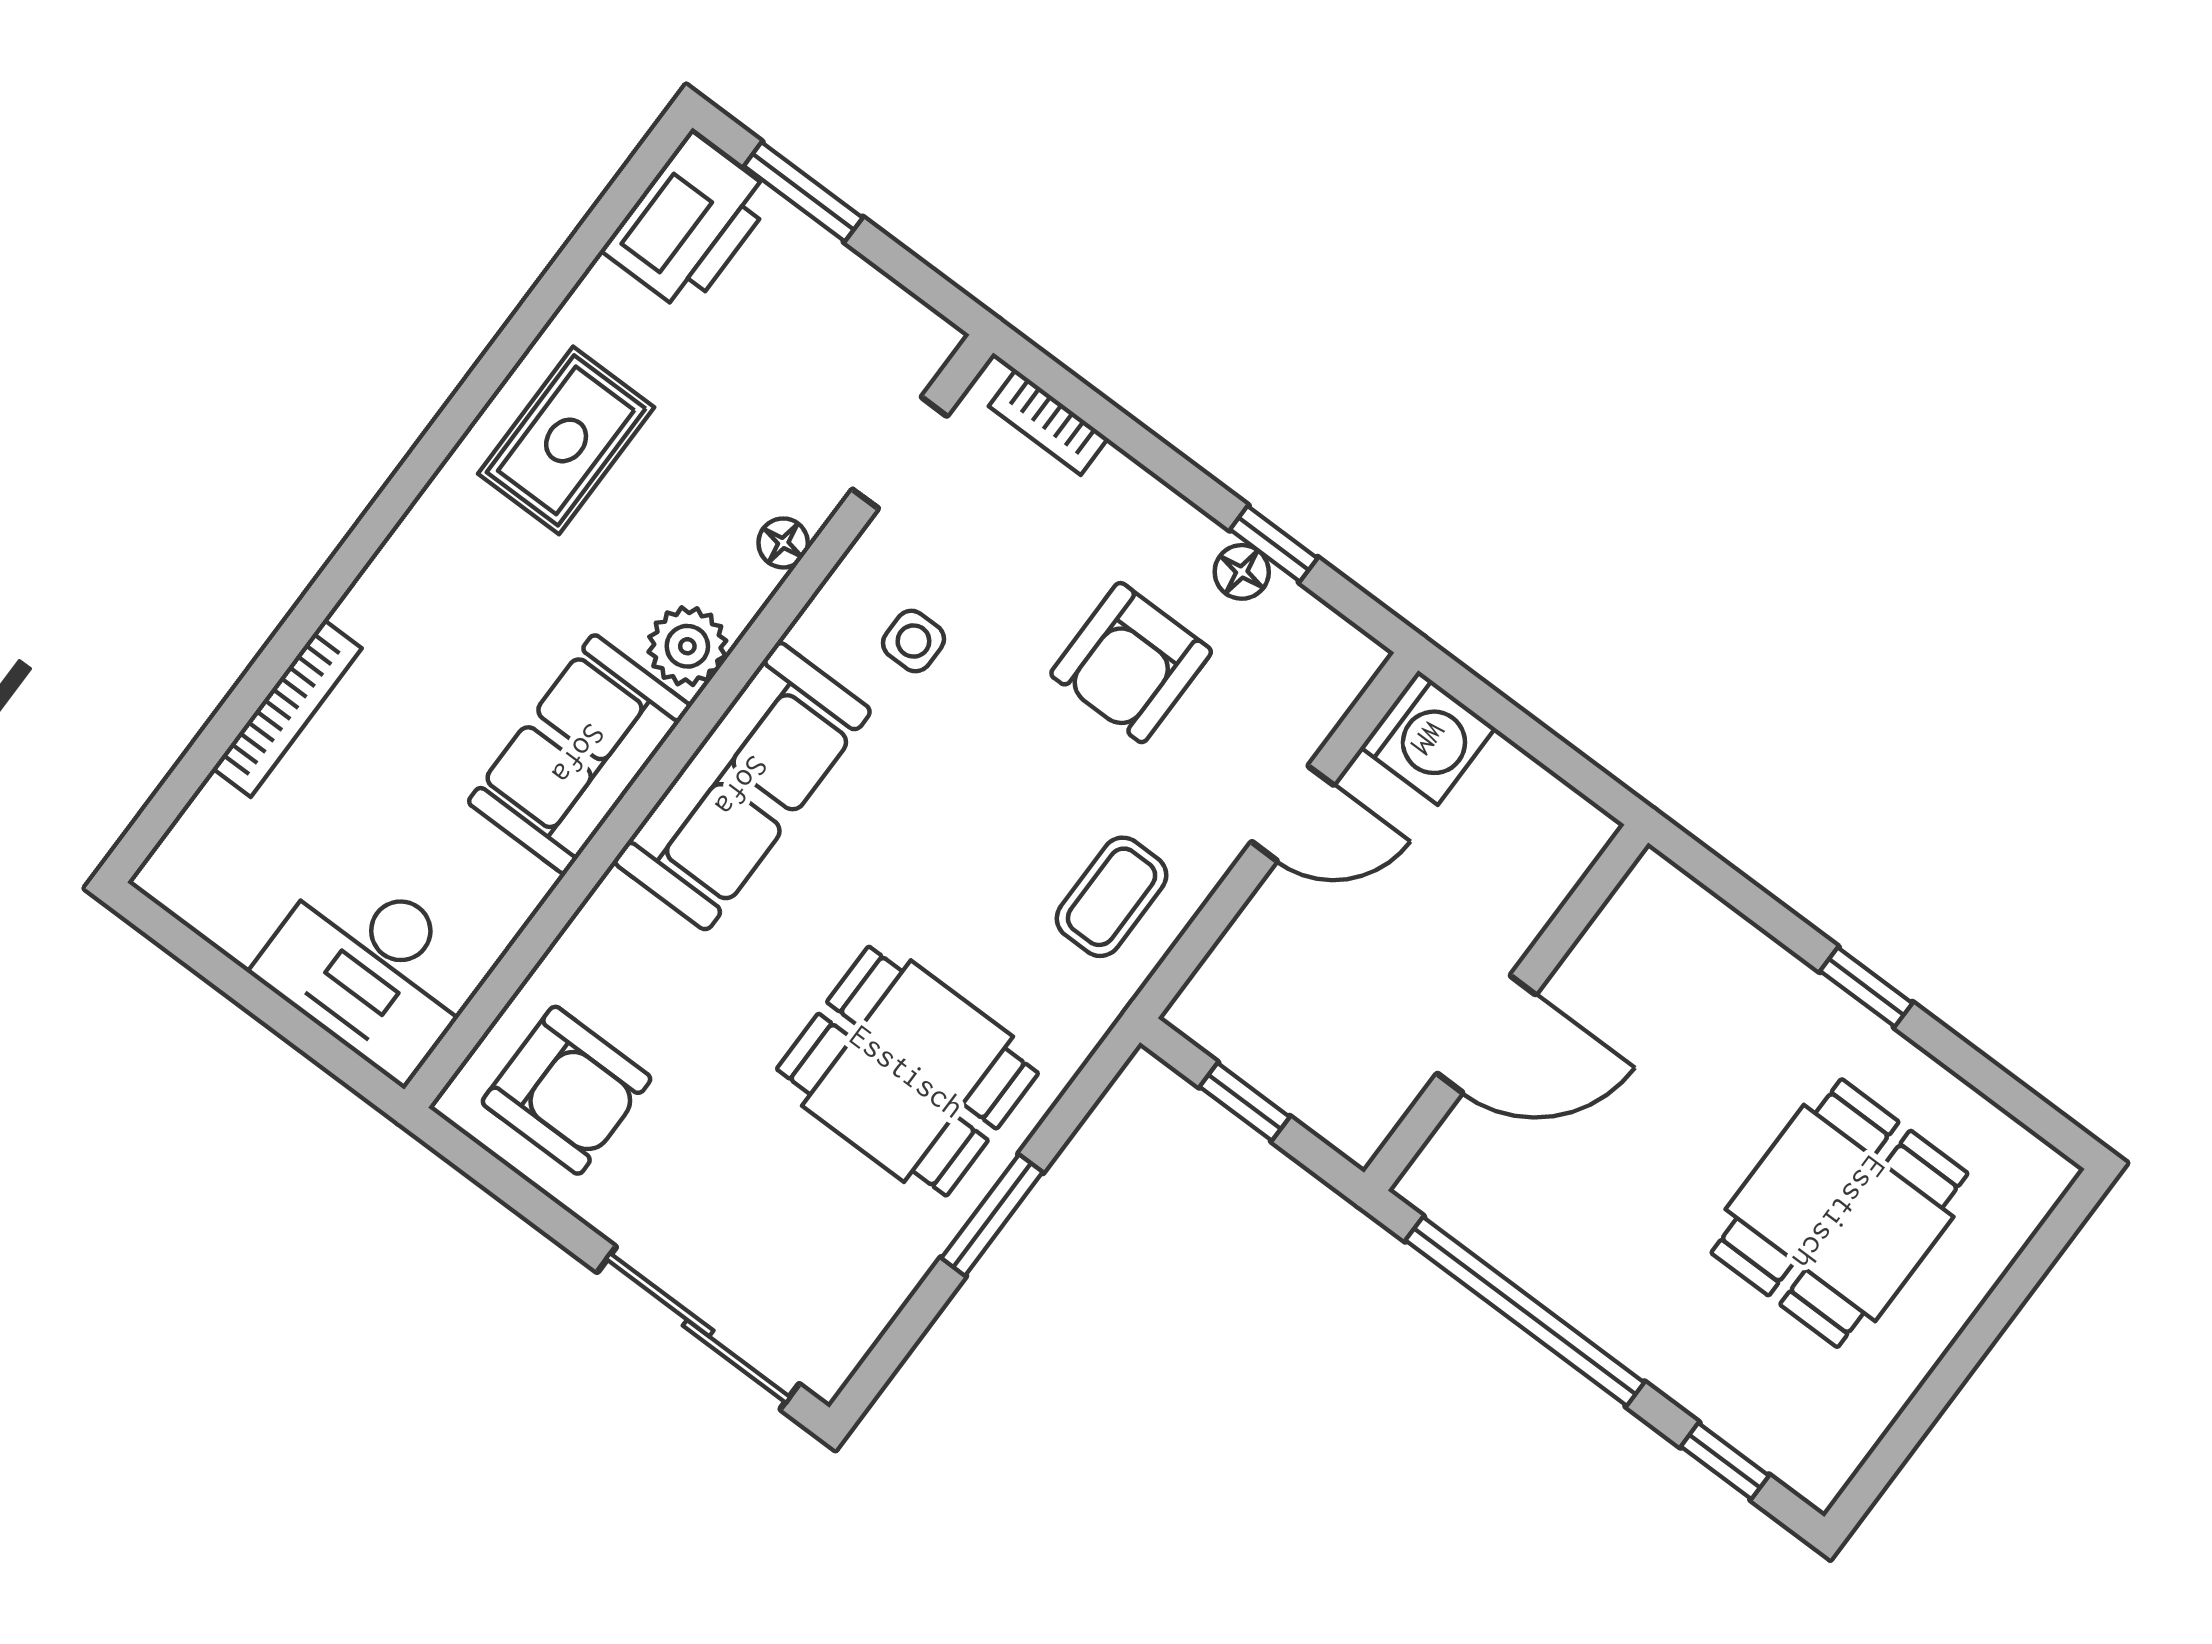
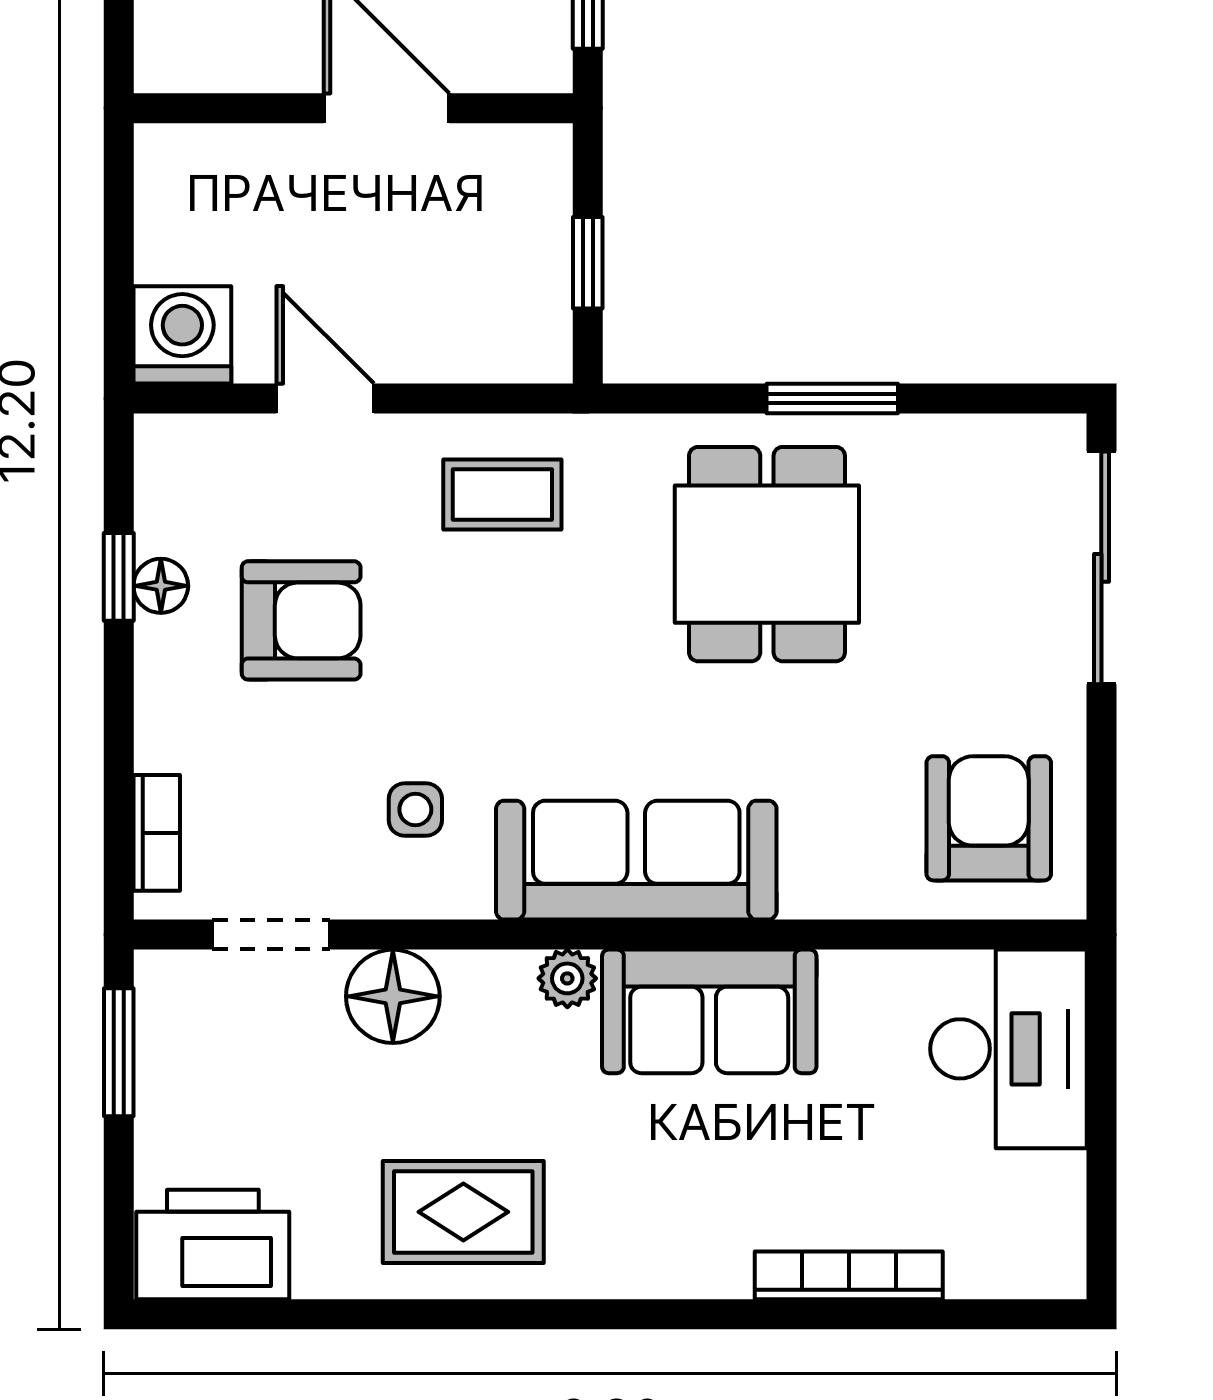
window: (803, 192) -> (119, 1052), moved
floor lamp: (783, 543) -> (393, 996), width x1.89, depth x1.89
plant: (687, 646) -> (567, 978), width x0.73, depth x0.73

